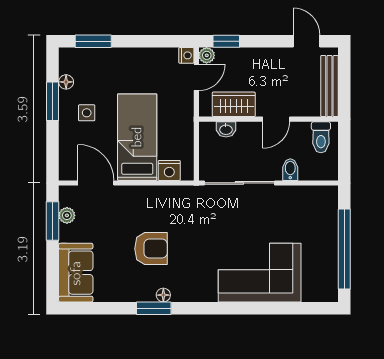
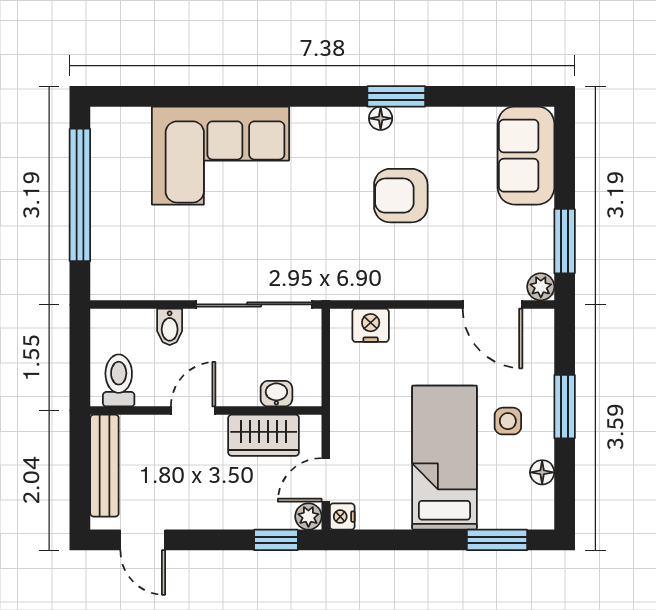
window: (53, 101) -> (565, 407), moved
bed: (137, 137) -> (444, 458), moved, turned 180
plant: (67, 215) -> (541, 287), moved

